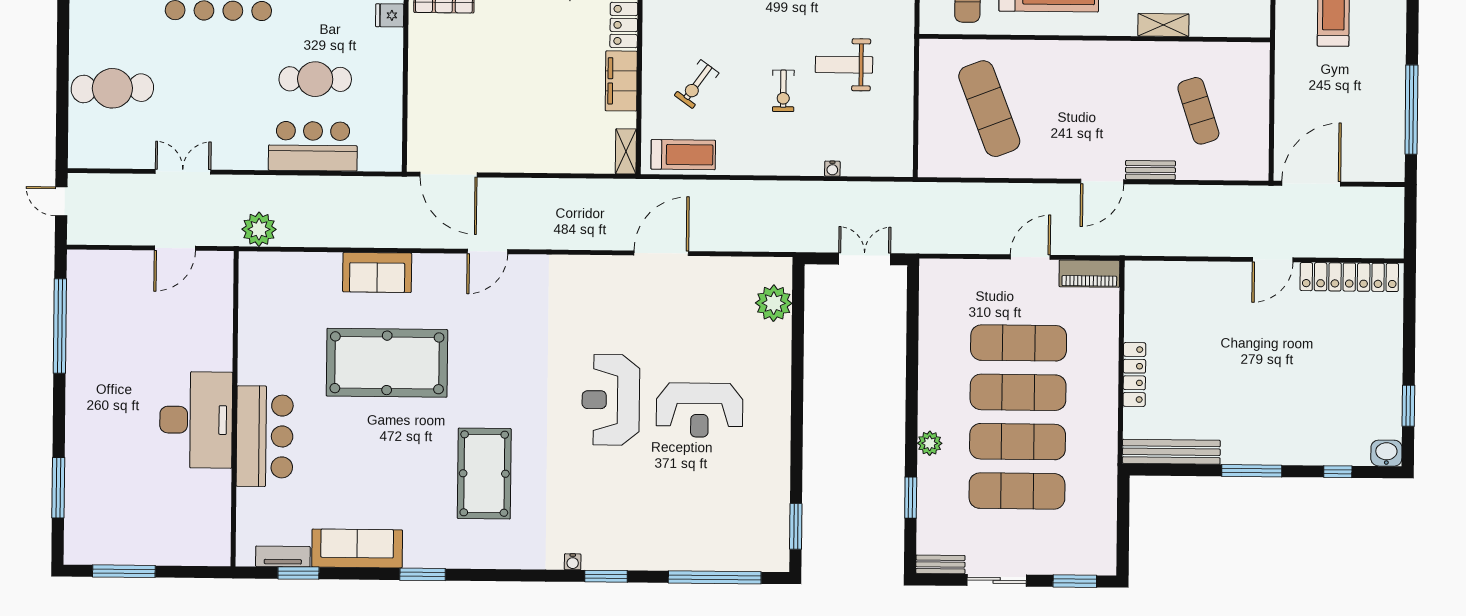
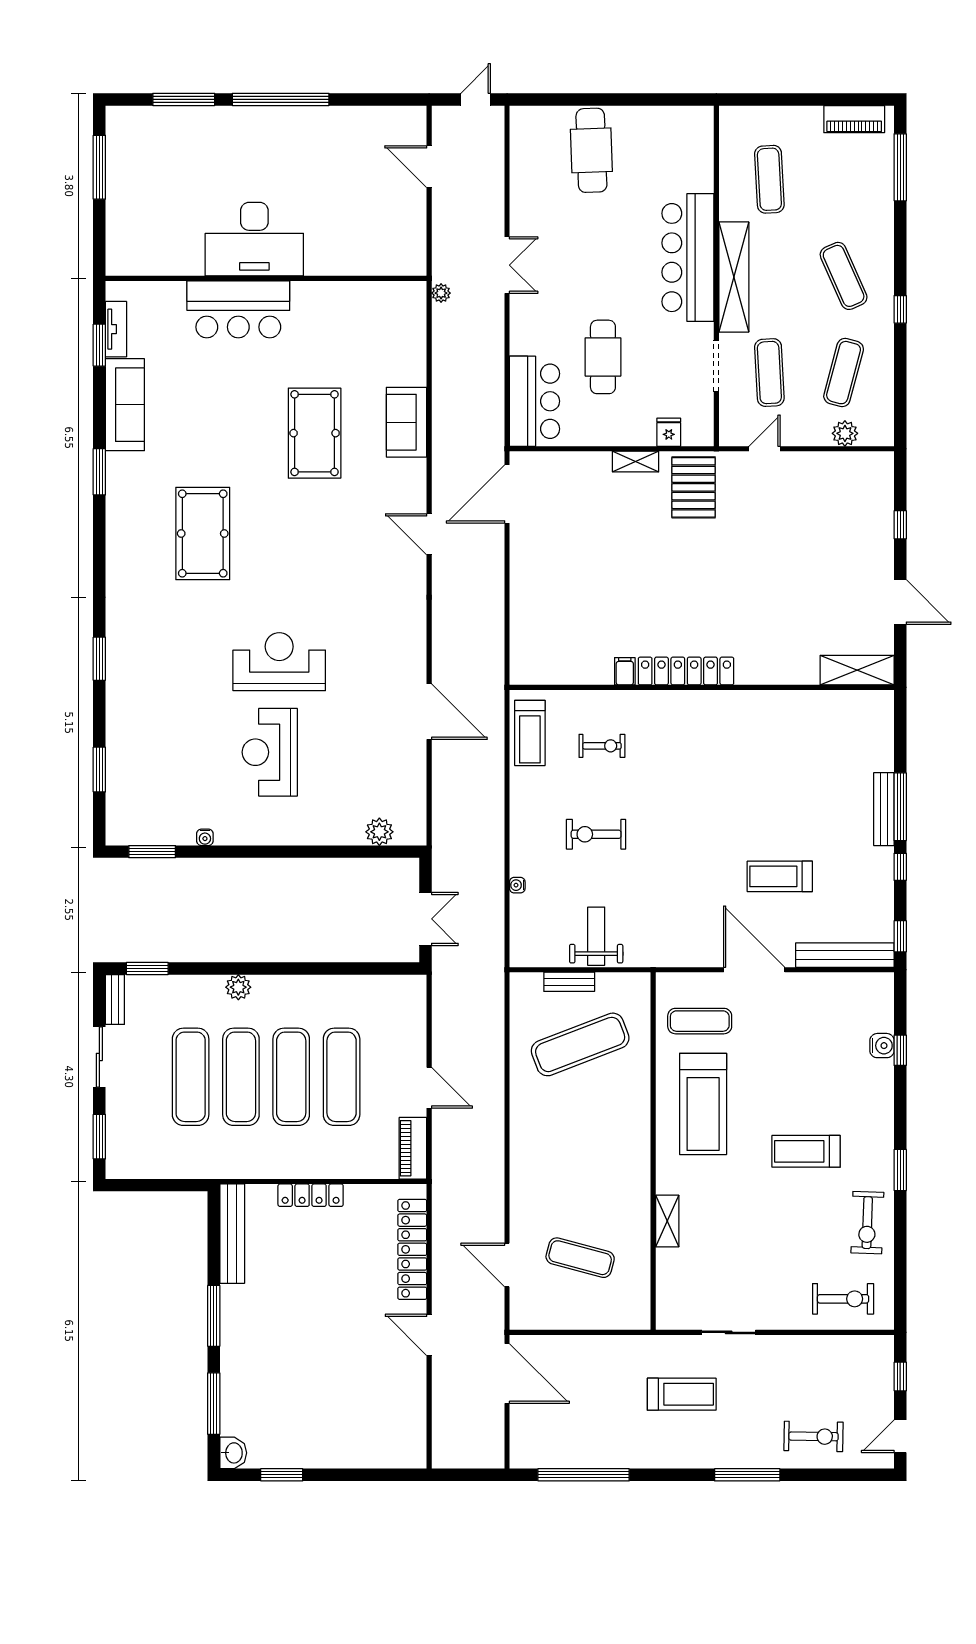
weight bench: (844, 65) -> (596, 936), moved
filing cabinet: (621, 81) -> (625, 671), width x0.33, depth x0.86
exercise bike: (697, 84) -> (602, 746), turned 144
exercise bike: (783, 91) -> (596, 834), width x1.38, depth x1.39
exercise mat: (1198, 111) -> (580, 1258), turned 33
bar counter: (313, 146) -> (535, 401), moved
shelving: (626, 151) -> (636, 462), moved
bench: (1150, 170) -> (569, 982), moved, turned 90
double door: (183, 172) -> (507, 265), moved
door: (1102, 181) -> (507, 1265), moved
plant: (259, 229) -> (441, 293), width x0.53, depth x0.53
door: (175, 248) -> (429, 167), moved
locker: (1349, 277) -> (412, 1249), moved
plant: (774, 303) -> (379, 832), width x0.73, depth x0.73
window: (60, 326) -> (281, 99), moved
pool table: (387, 363) -> (315, 433), width x0.73, depth x0.76
window: (1338, 472) -> (214, 1404), width x2.17
pool table: (484, 474) -> (203, 533), turned 90
window: (911, 498) -> (147, 968), moved
water cooler: (573, 562) -> (205, 837), moved, turned -90
window: (715, 577) -> (99, 770), width x0.47

